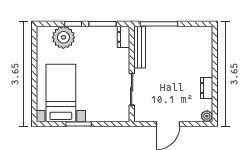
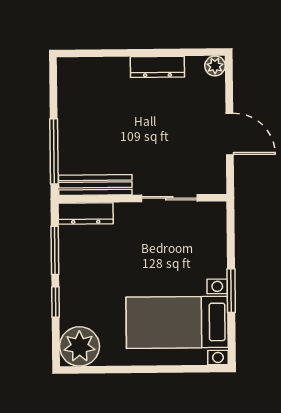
plant: (63, 37) -> (80, 346), moved
dresser: (123, 37) -> (86, 214), width x1.44
dresser: (207, 88) -> (157, 67), width x1.44

